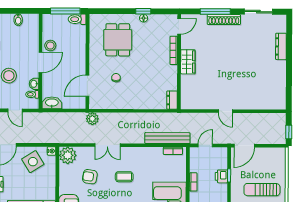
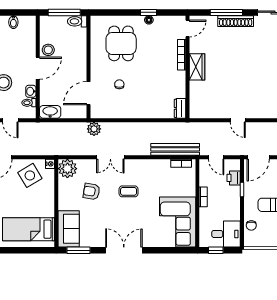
door: (205, 145) -> (216, 157), swing flipped
printer: (221, 176) -> (234, 178), moved

